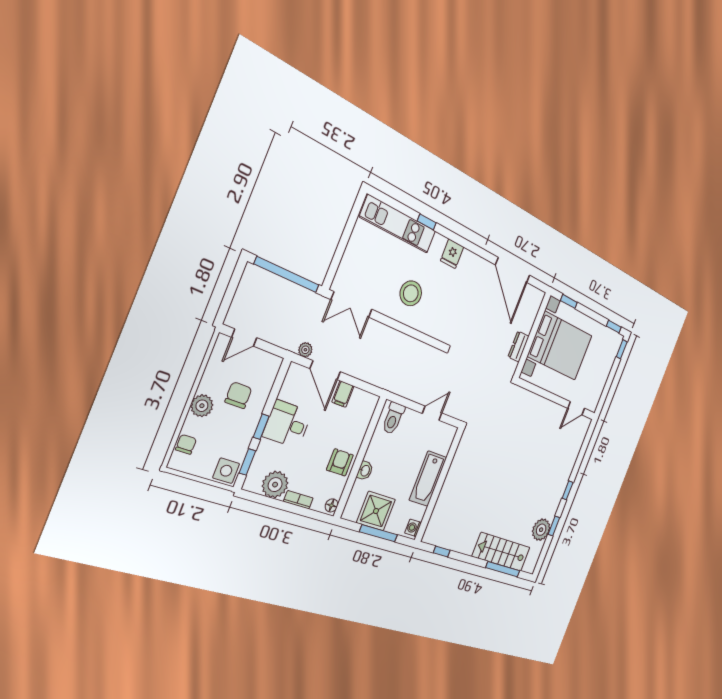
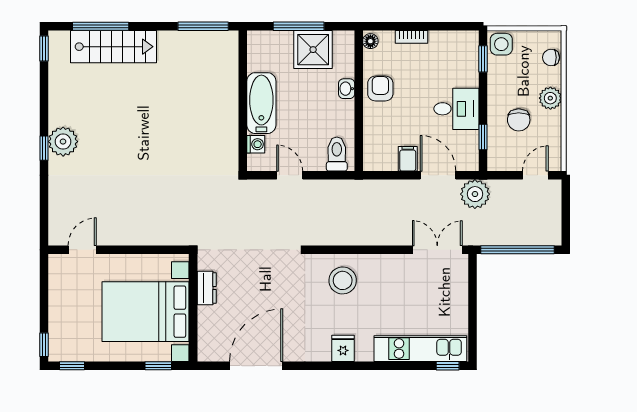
window: (427, 222) -> (448, 366), moved
door: (513, 270) -> (256, 366), hinge flipped
stool: (411, 293) -> (343, 280), moved
plant: (305, 350) -> (475, 194), width x1.88, depth x1.88
door: (432, 413) -> (290, 175), swing flipped
window: (261, 427) -> (483, 137), moved
chair: (186, 444) -> (551, 57), turned 90
armchair: (340, 462) -> (380, 89), turned 180
plant: (275, 485) -> (444, 45), removed
window: (554, 526) -> (44, 49), moved
washing machine: (413, 528) -> (256, 144), moved
plant: (541, 530) -> (63, 142), moved
window: (442, 552) -> (203, 26), width x2.17

